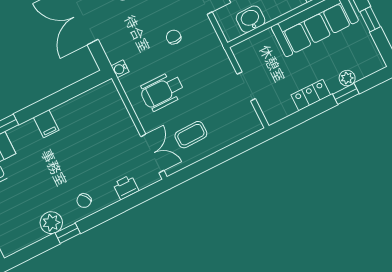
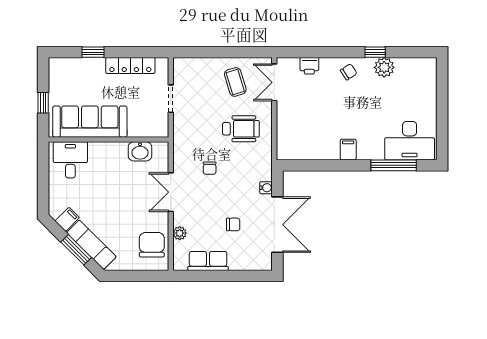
water cooler: (120, 69) -> (266, 188), moved
plant: (347, 78) -> (86, 64), removed
locker: (311, 95) -> (130, 65), width x1.53
coffee table: (191, 135) -> (235, 82), turned 74

